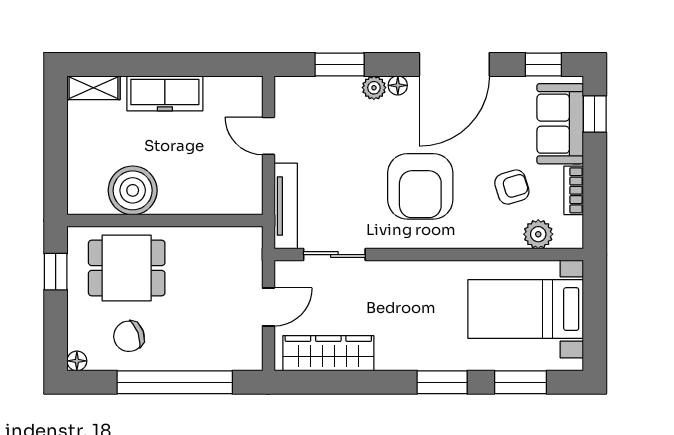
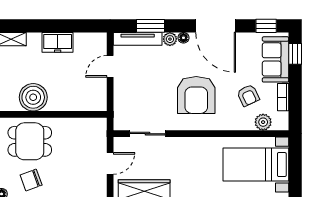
door: (454, 64) -> (216, 26), hinge flipped
freezer: (165, 93) -> (58, 42), width x0.71
door: (268, 136) -> (110, 66), hinge flipped
armchair: (512, 187) -> (248, 95), turned 82
tv unit: (286, 206) -> (138, 39), moved, turned 90

